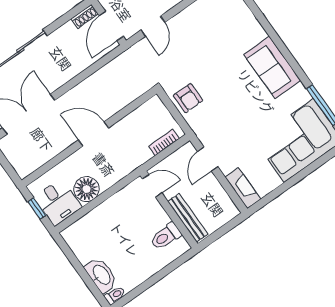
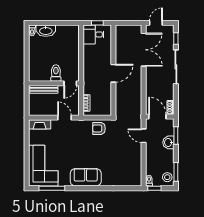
floor lamp: (87, 189) -> (90, 52), removed
toilet: (166, 236) -> (56, 73), moved

